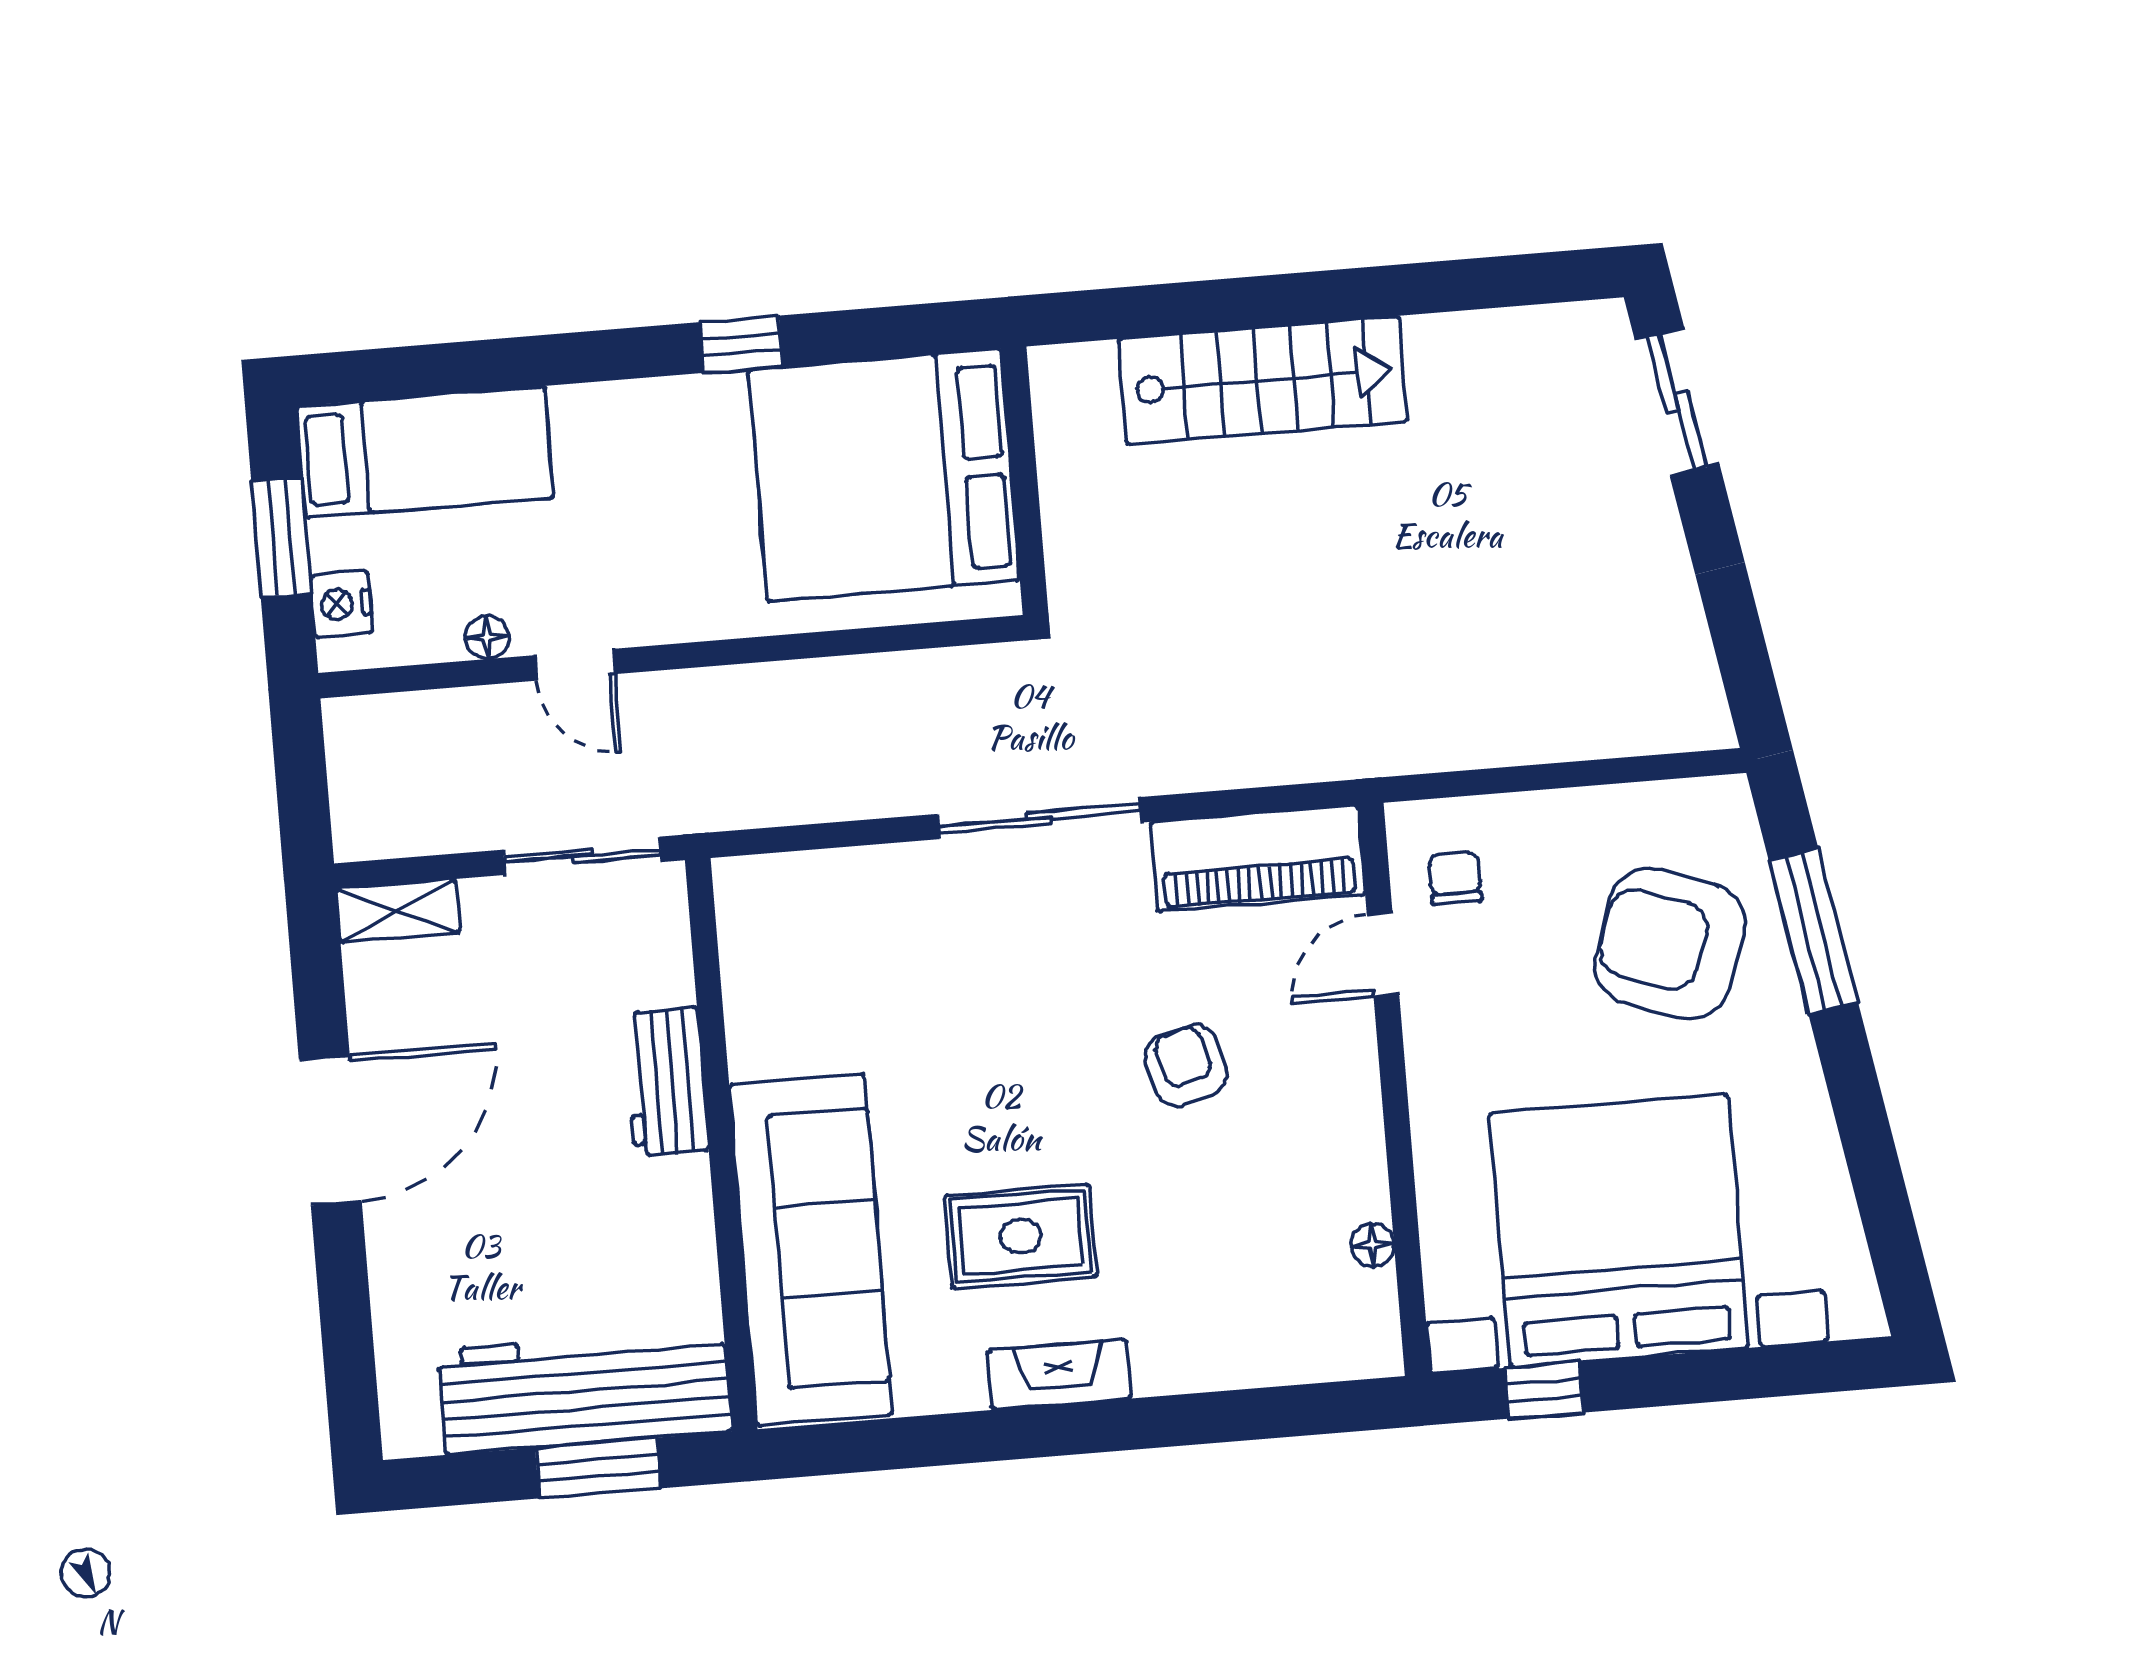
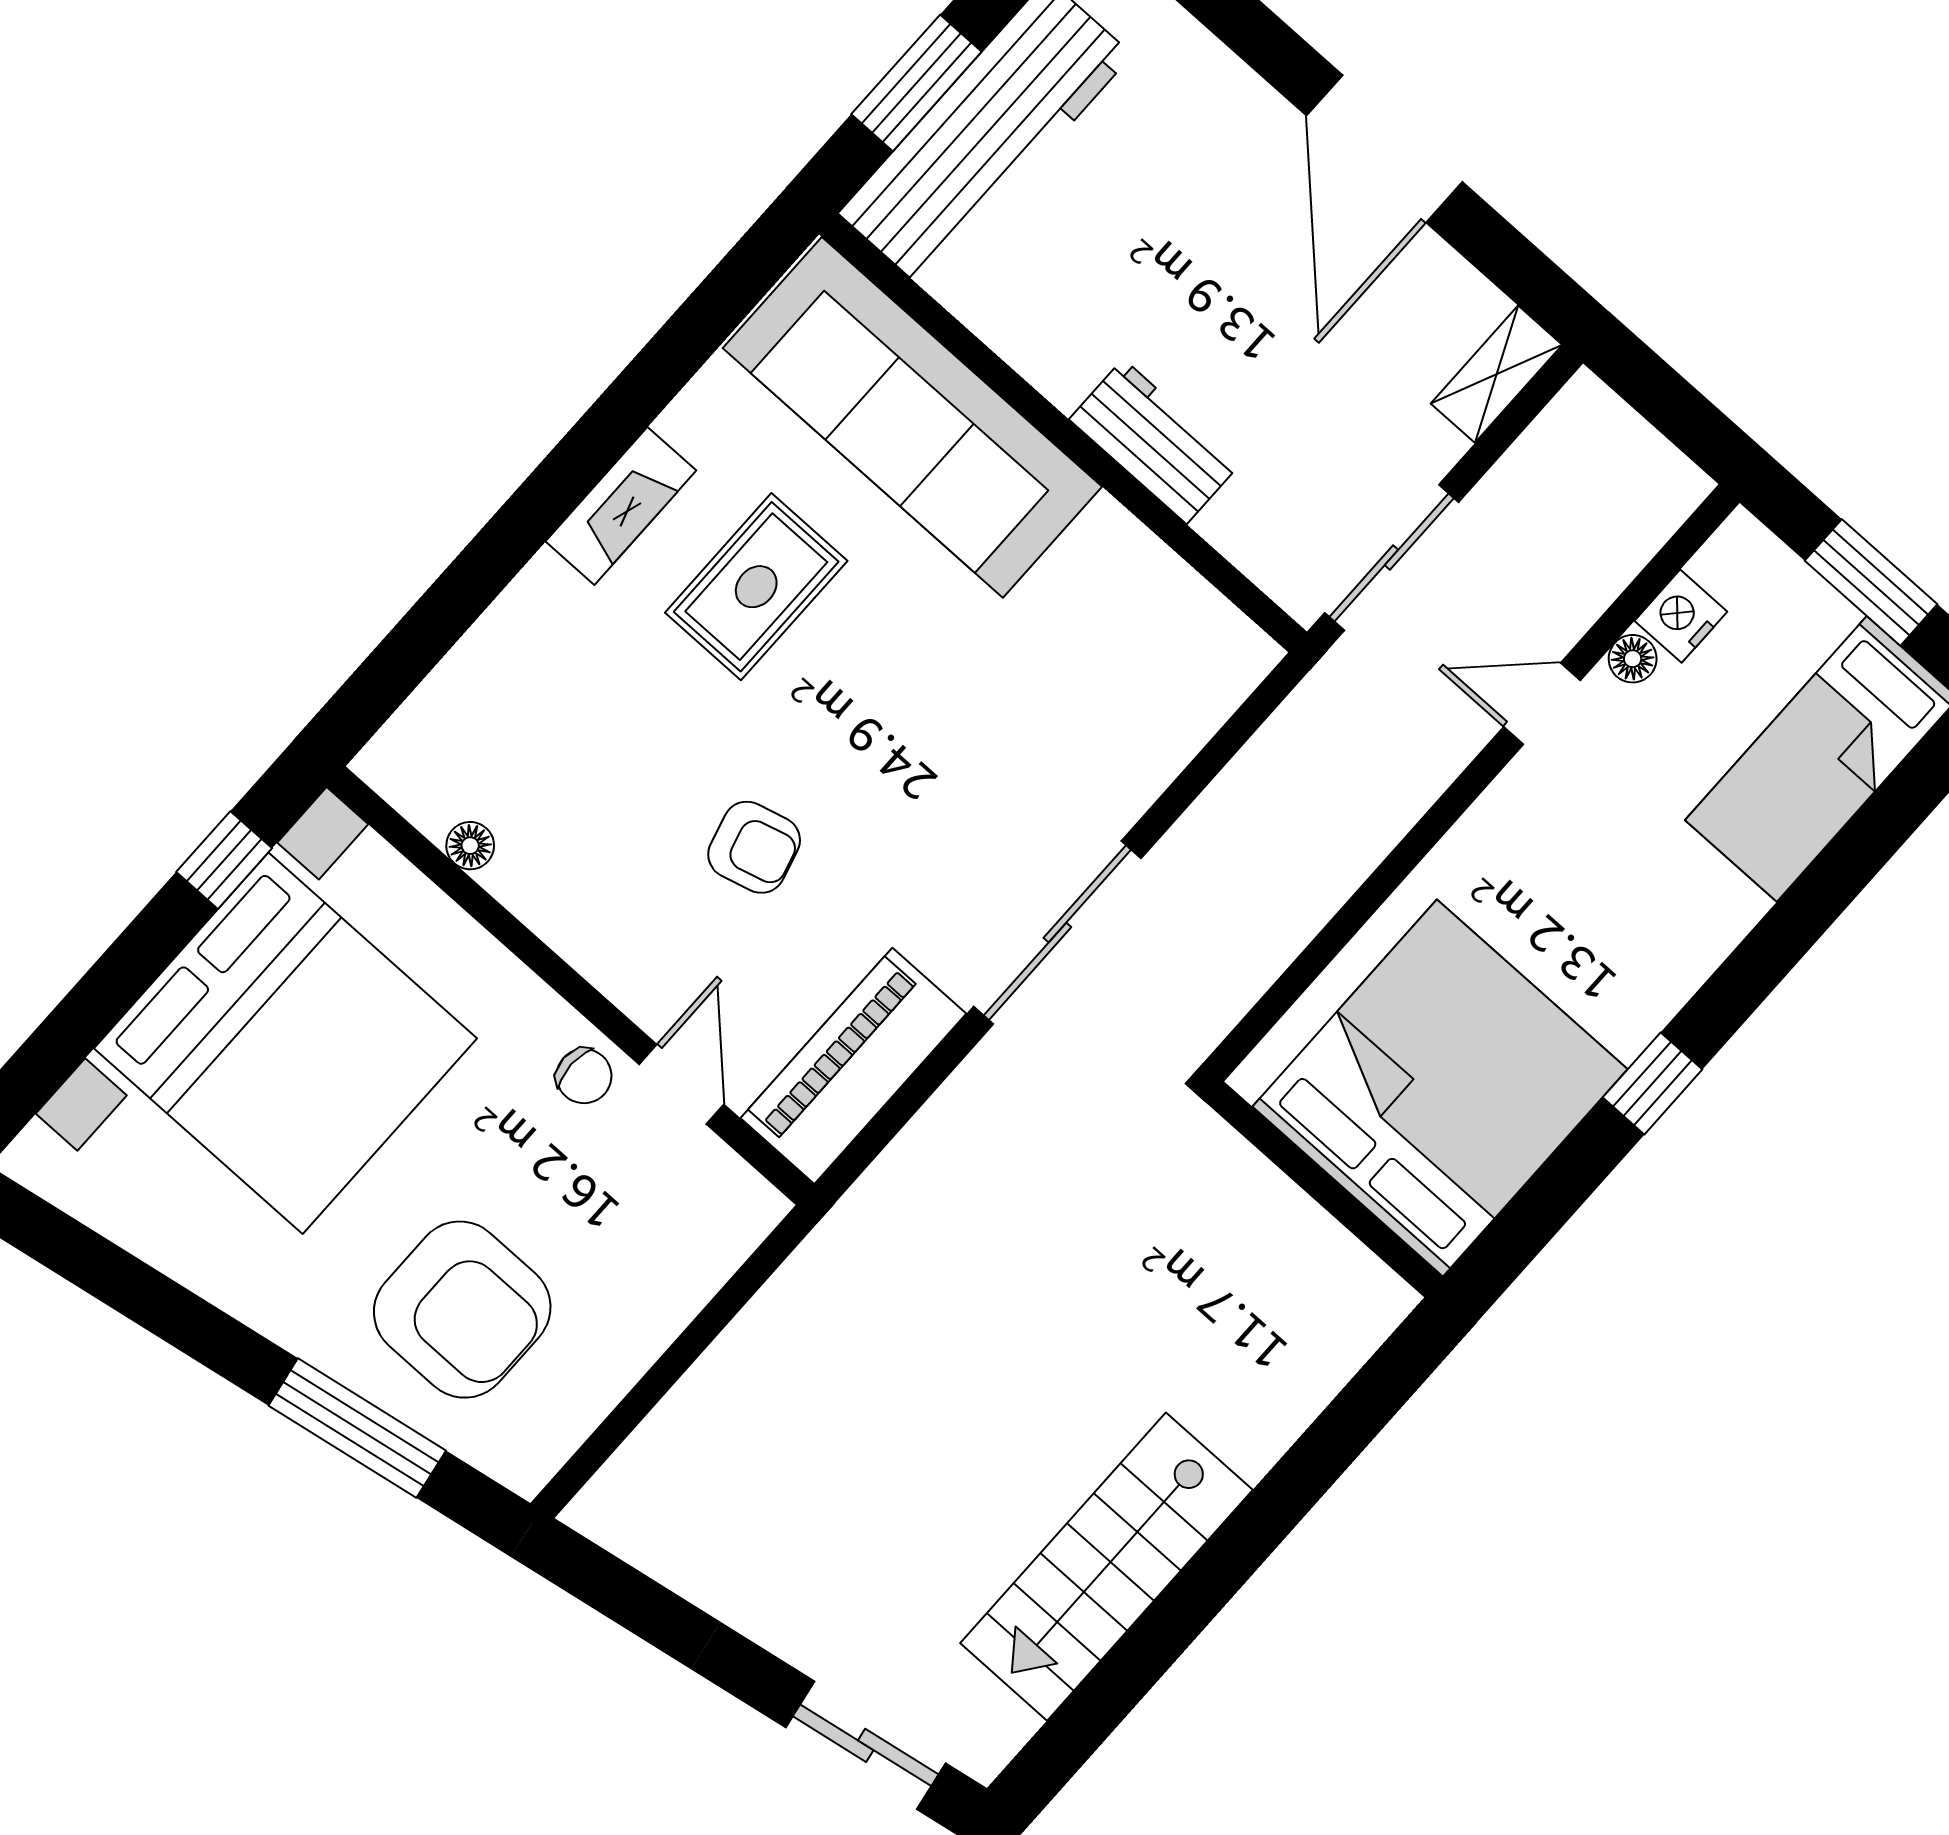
stairs: (1263, 380) -> (1106, 1567), moved
nightstand: (342, 604) -> (1681, 616), moved, turned -90
chair: (1455, 878) -> (584, 1076), moved
armchair: (1670, 944) -> (462, 1310), turned 70

